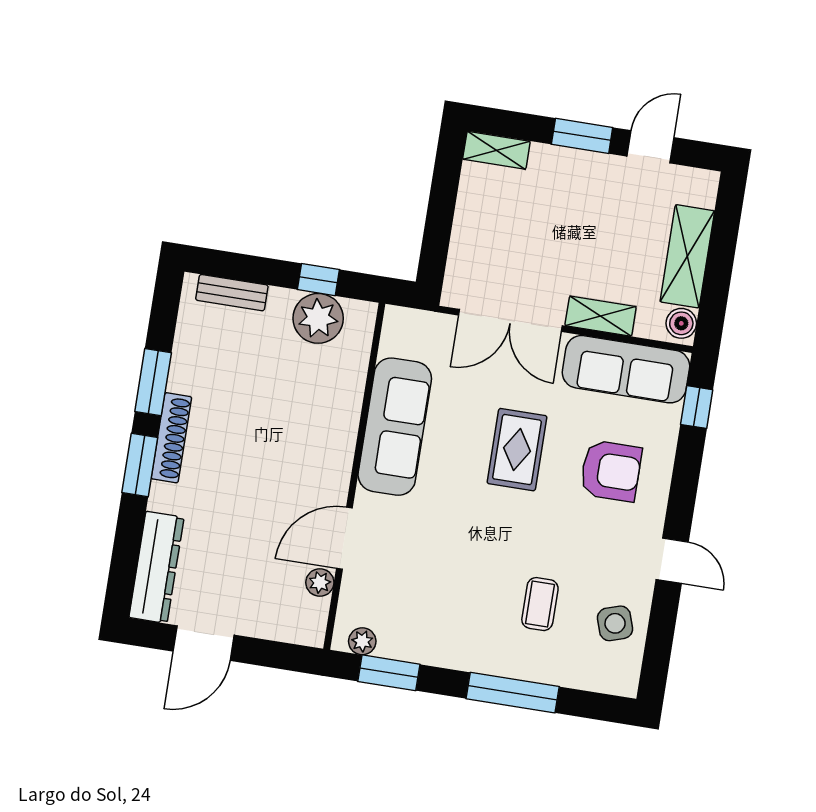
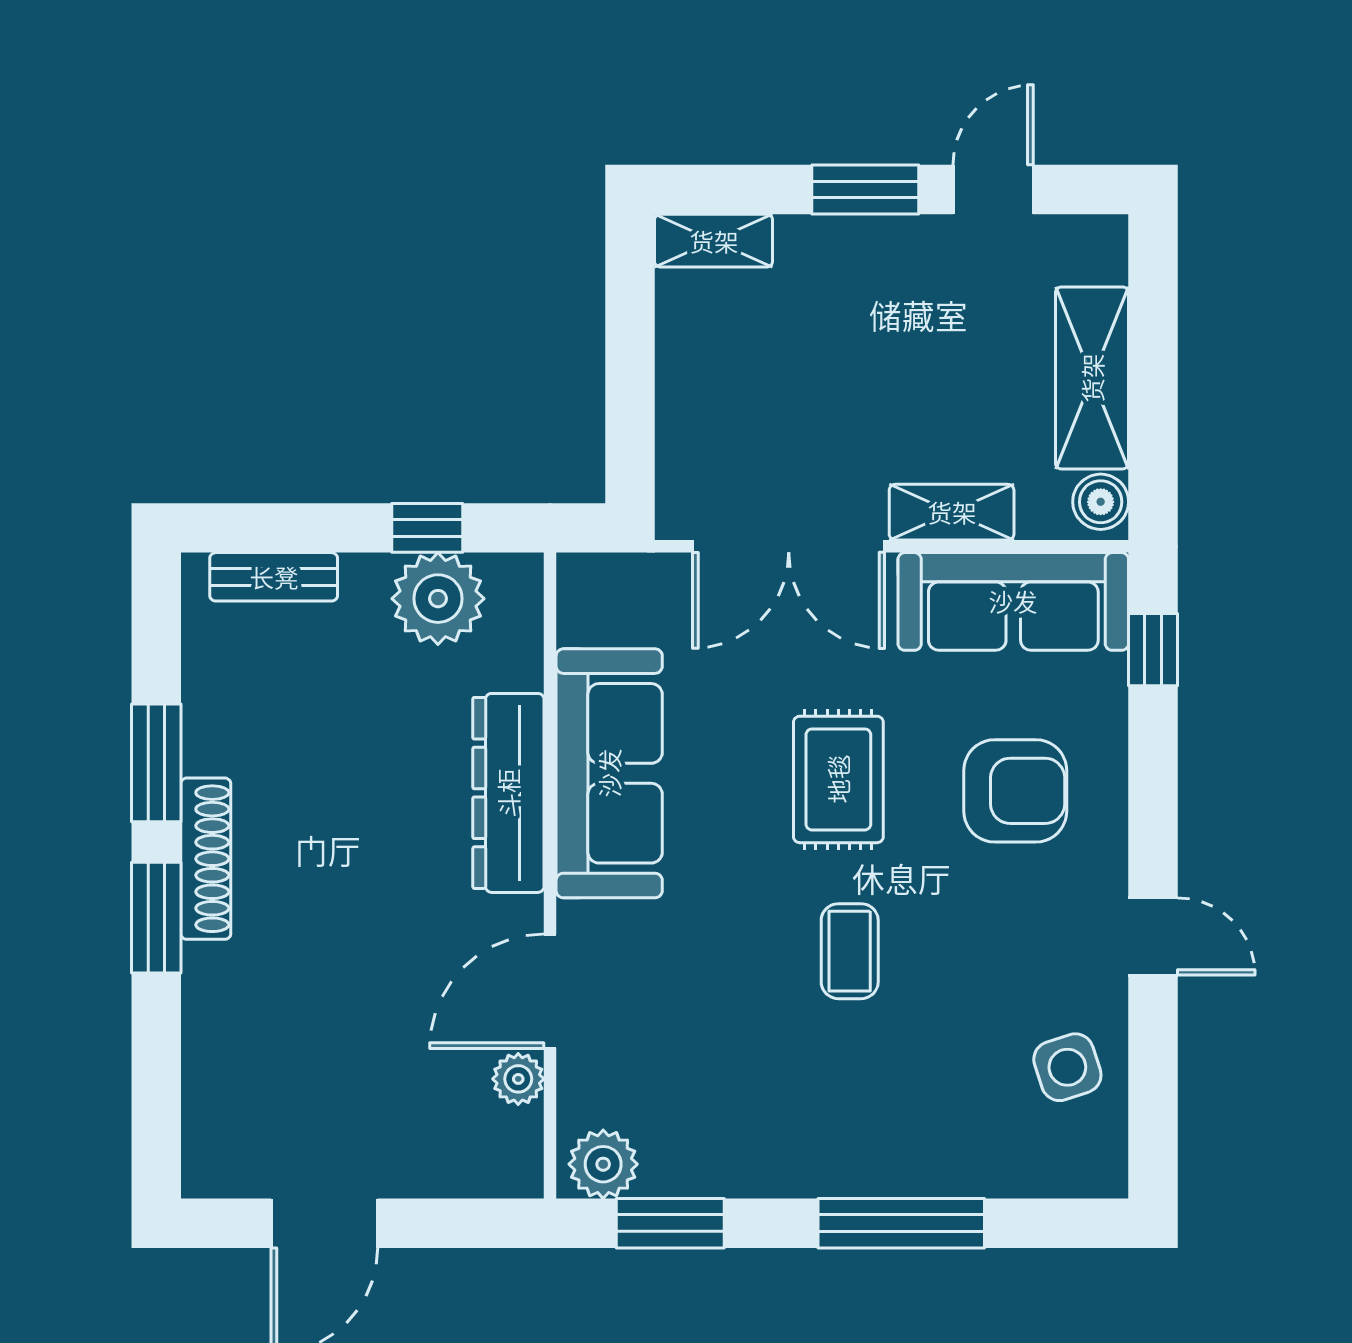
dresser: (156, 567) -> (508, 793), moved, turned 180
coffee table: (540, 604) -> (850, 951), moved
plant: (362, 641) -> (603, 1164), width x1.38, depth x1.38

